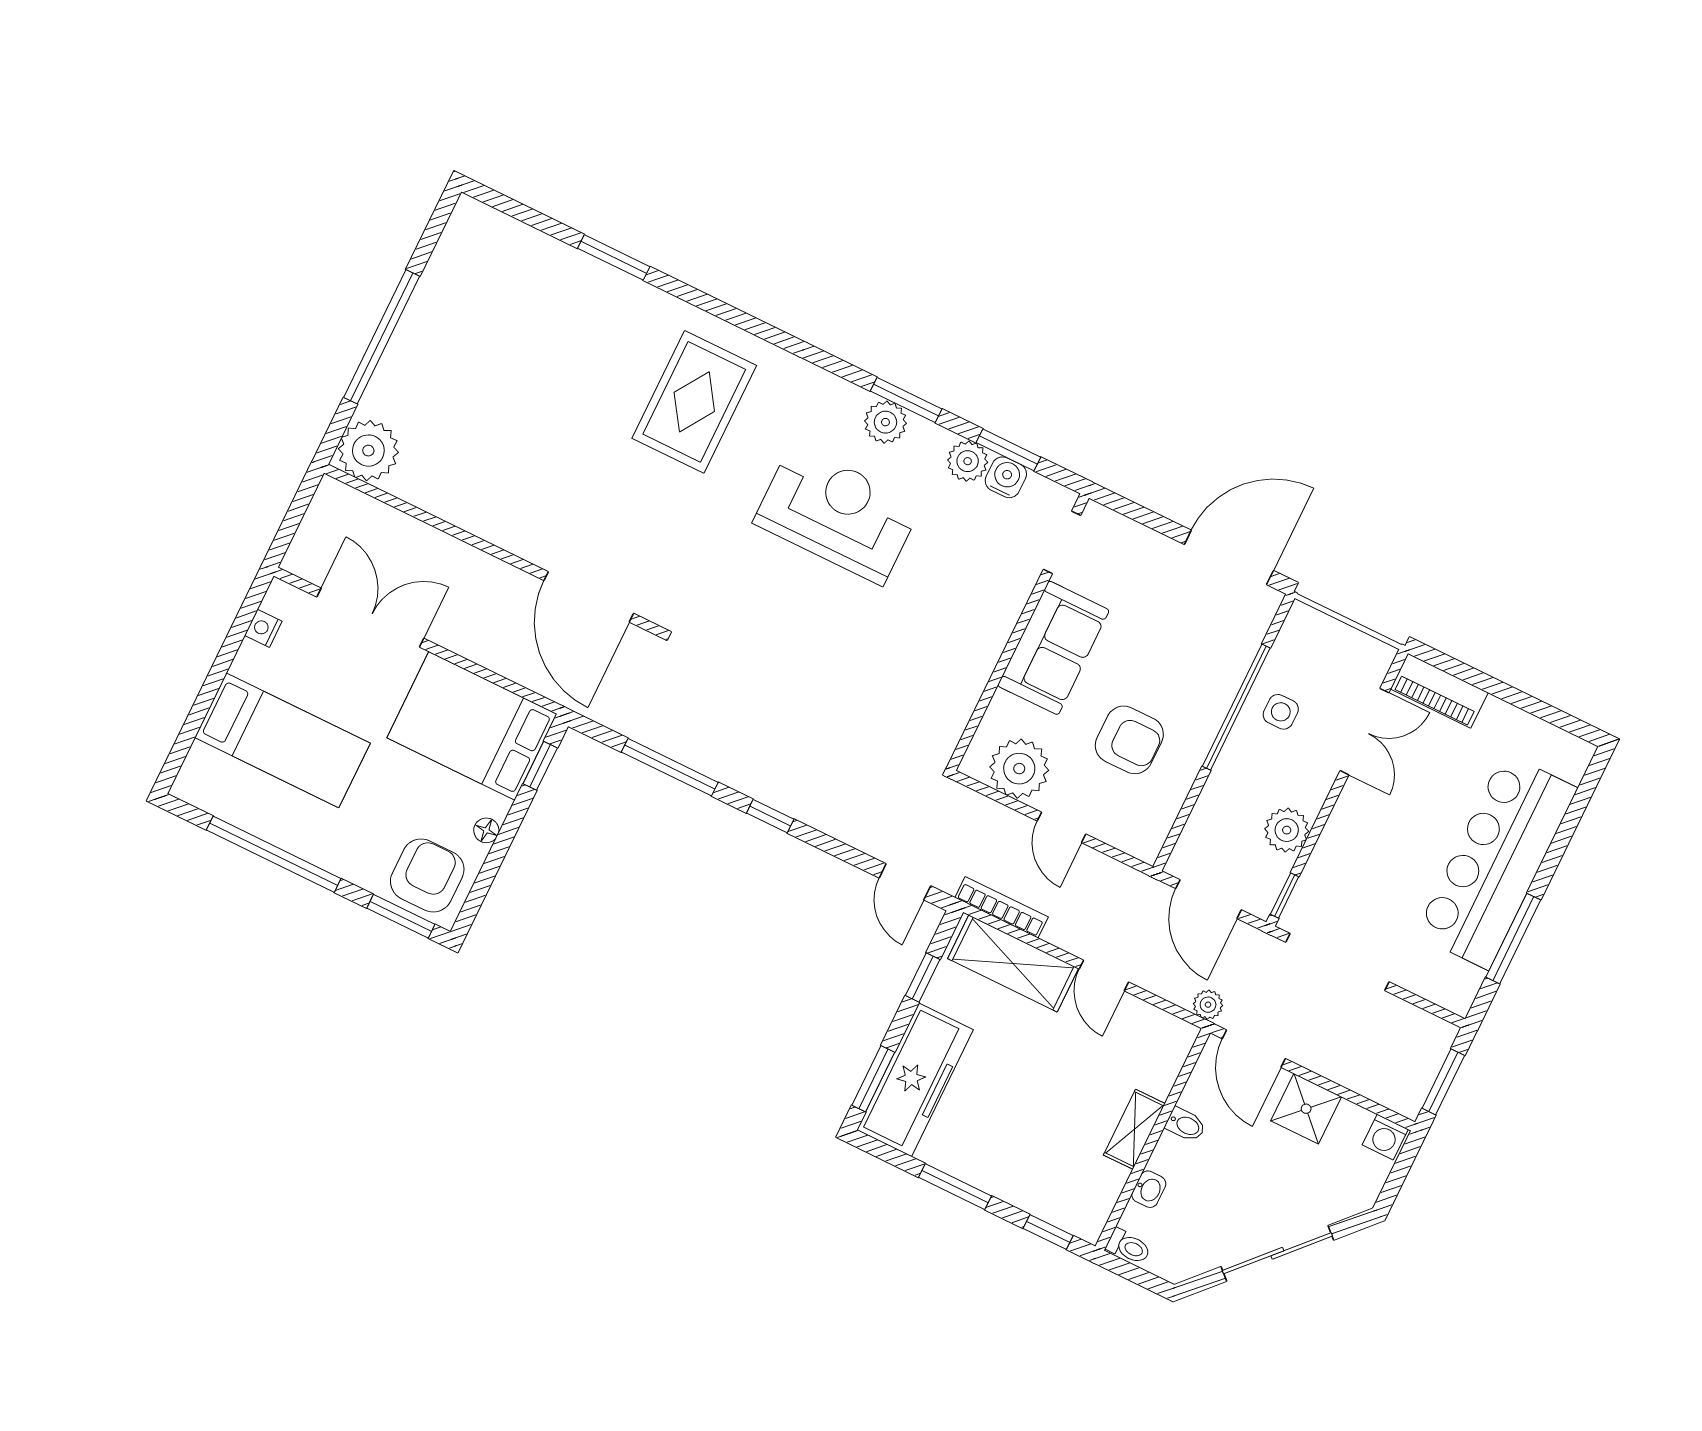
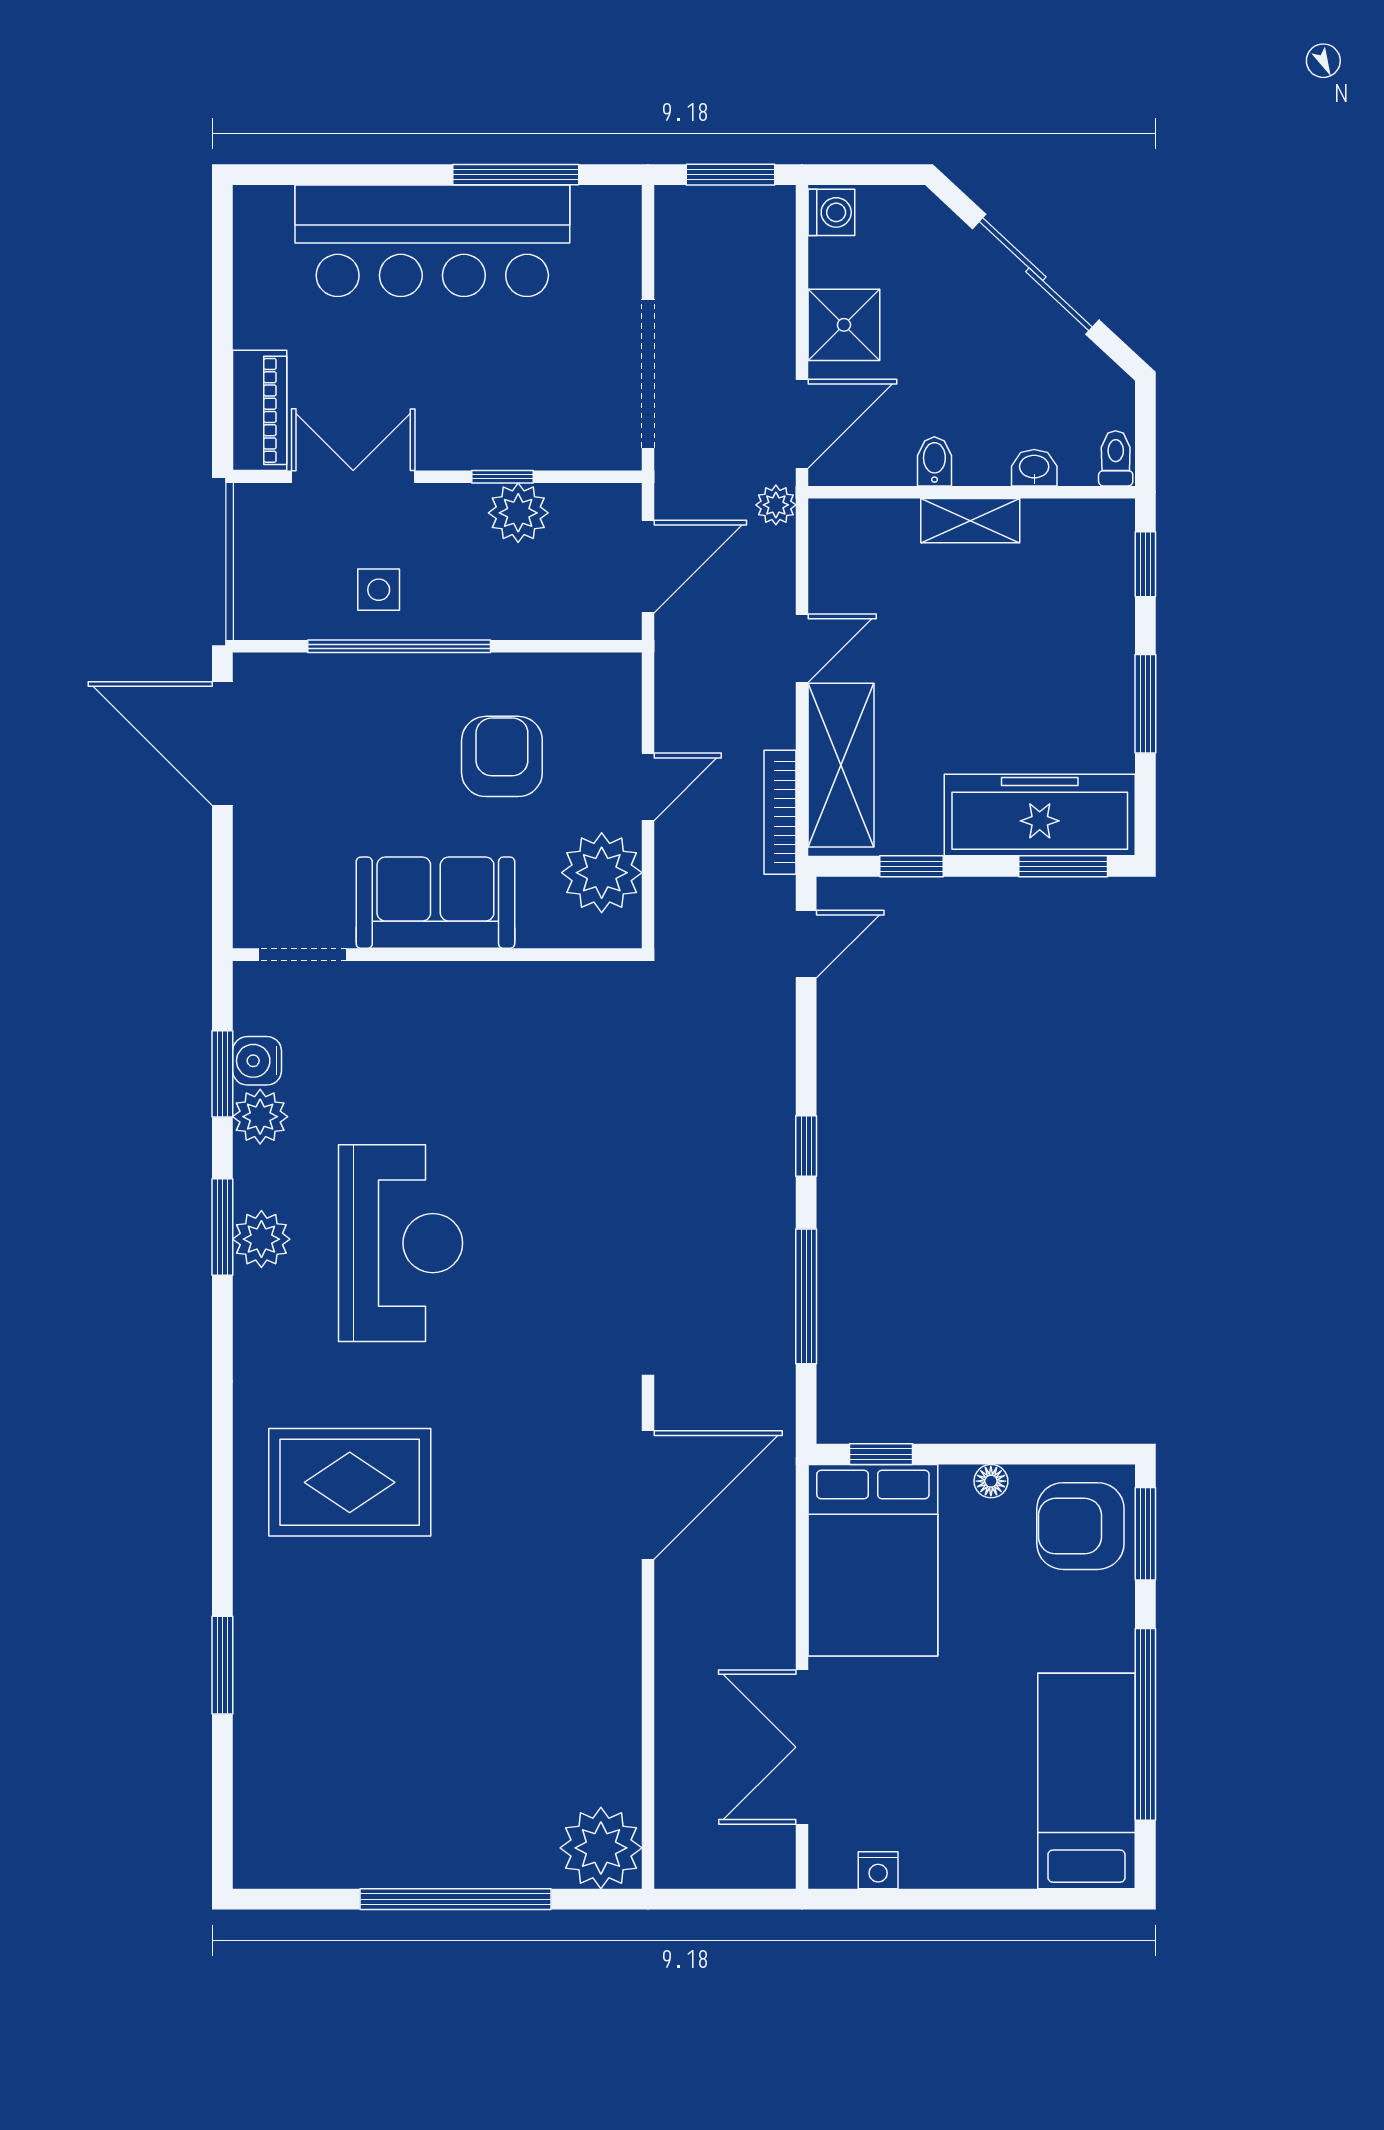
reception desk: (837, 514) -> (401, 1243), turned 180
bed: (282, 740) -> (1087, 1781), moved
window: (1285, 895) -> (502, 477), moved

